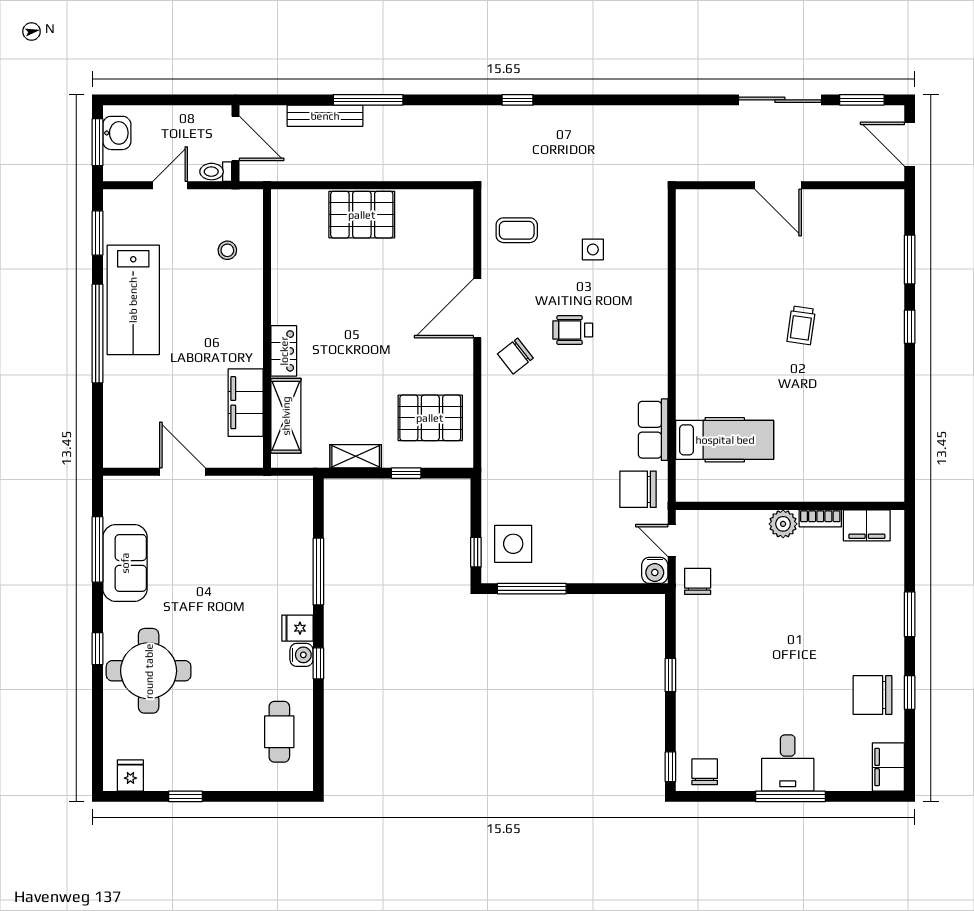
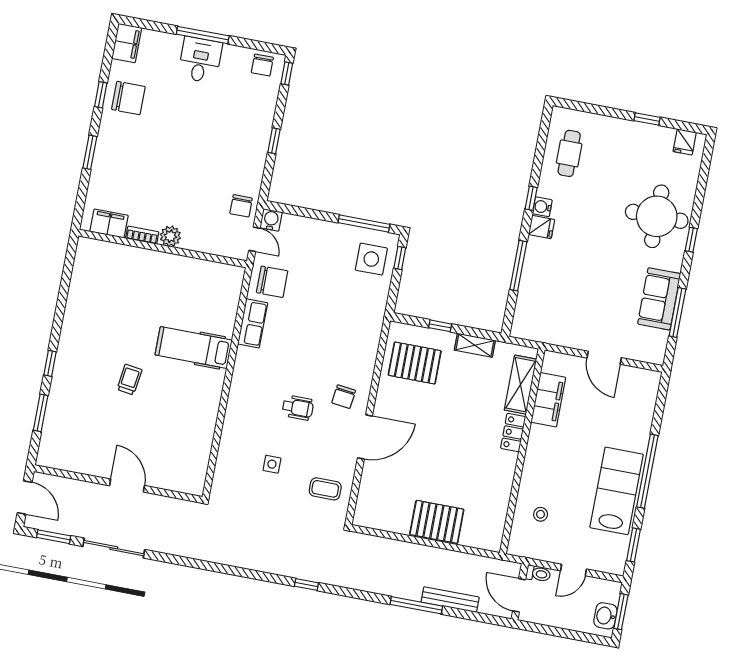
chair: (515, 356) -> (344, 397), turned 135
hospital bed: (725, 440) -> (194, 348), moved

